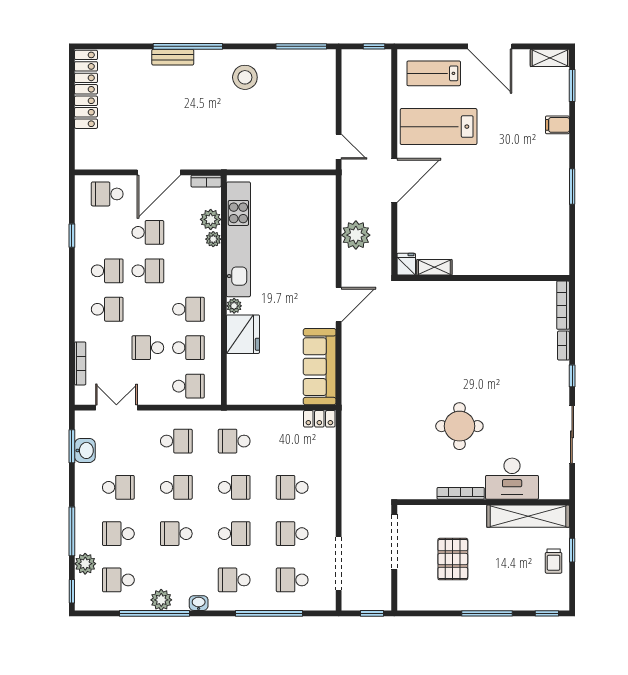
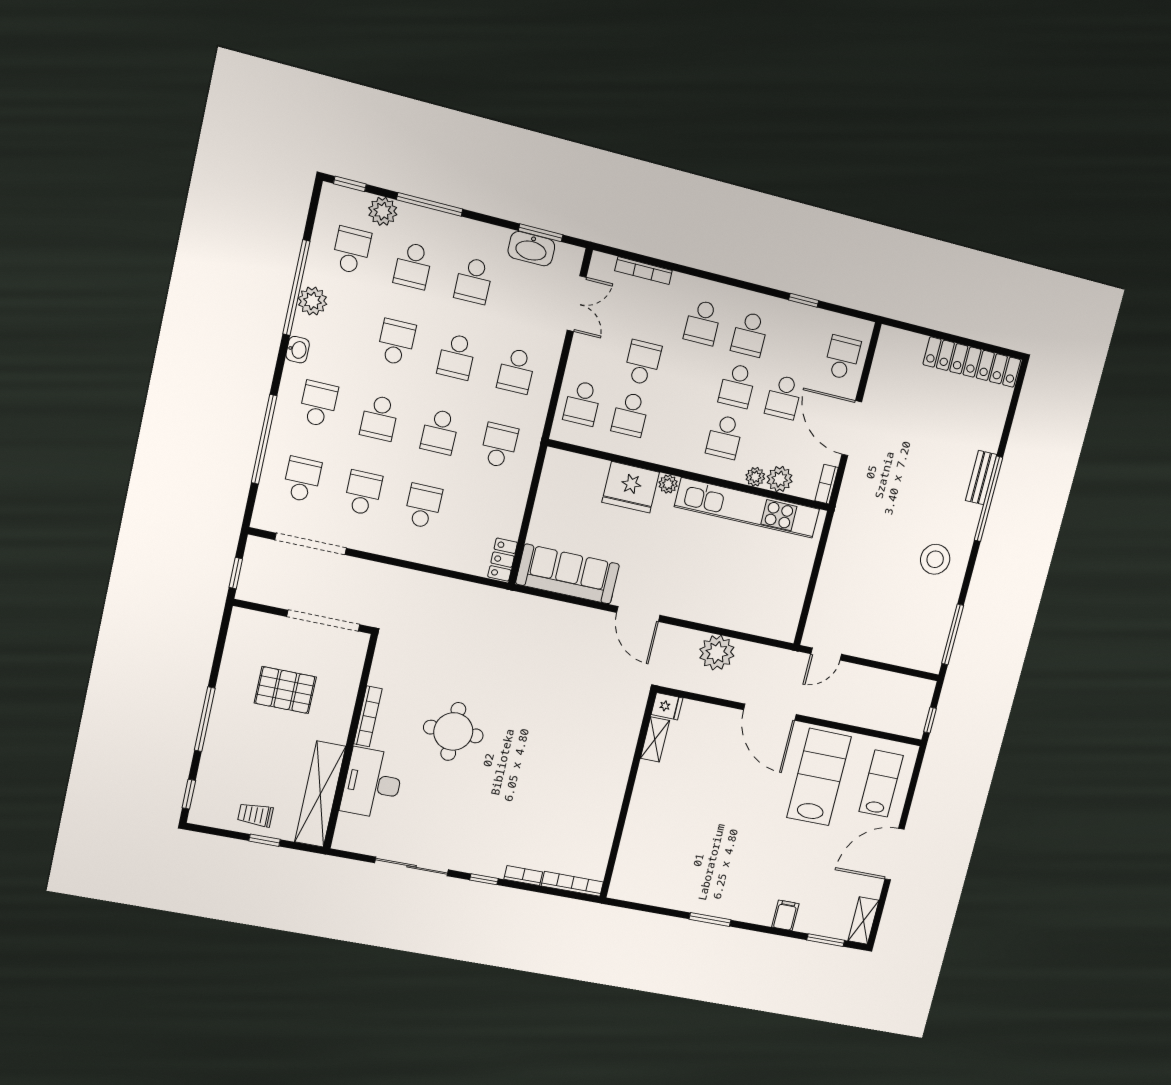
school desk: (188, 309) -> (725, 437), moved
washbasin: (85, 450) -> (531, 249), width x1.38
school desk: (118, 534) -> (413, 266), turned 180

